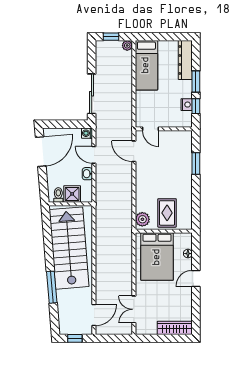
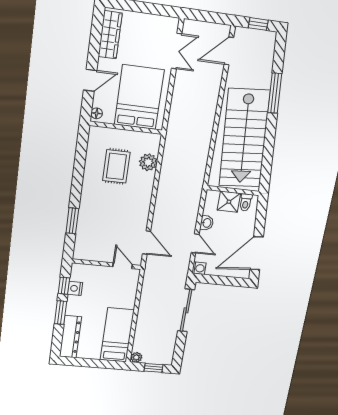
wall: (164, 231) -> (126, 128), moved
bed: (157, 257) -> (139, 97), moved
wardrobe: (175, 328) -> (110, 35), moved, turned -90

